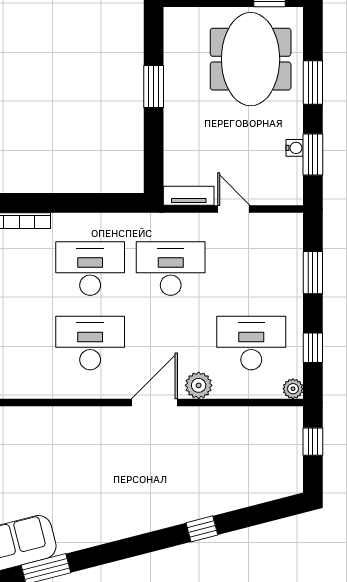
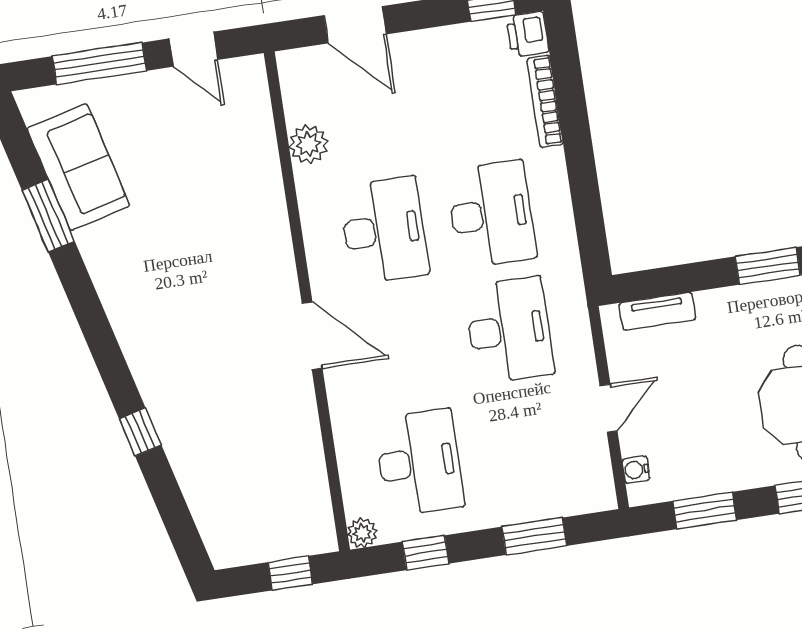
water cooler: (295, 148) -> (636, 470), moved, turned 90
tv unit: (189, 196) -> (657, 311), moved, turned 90
plant: (199, 385) -> (308, 144), moved

